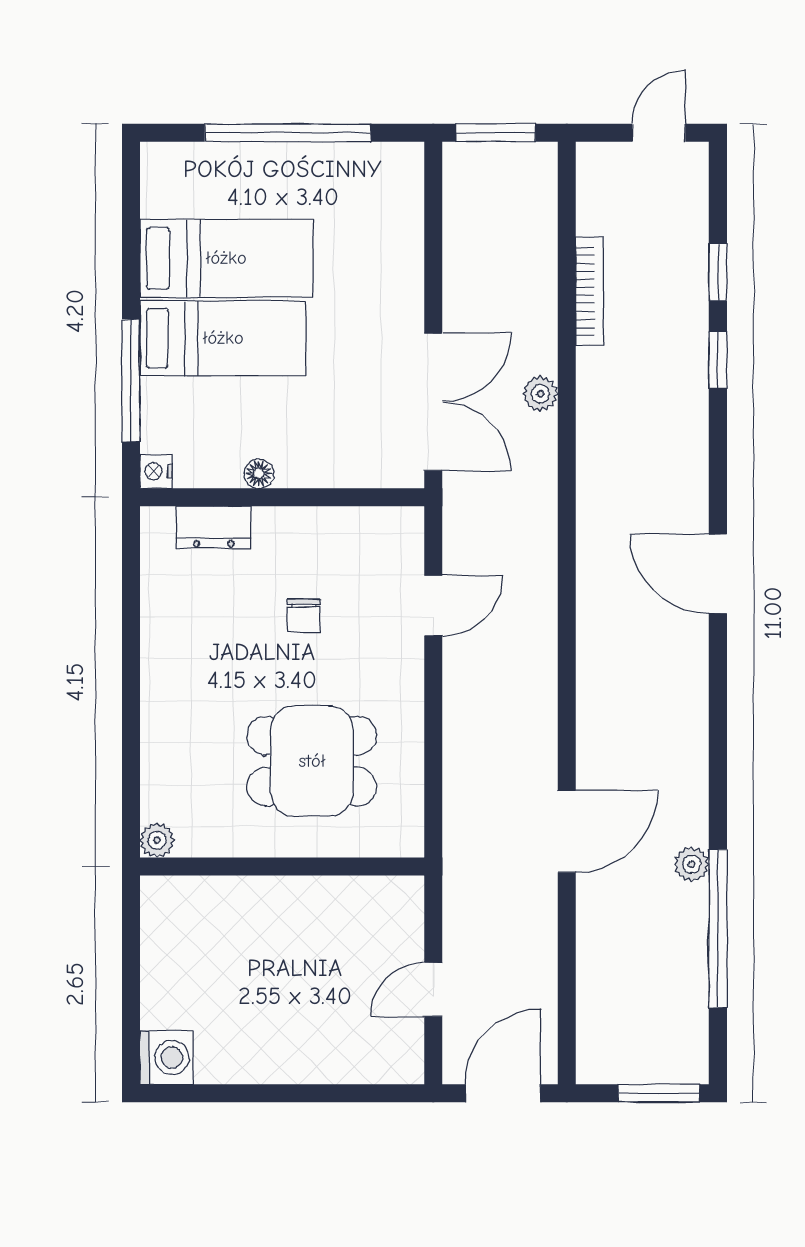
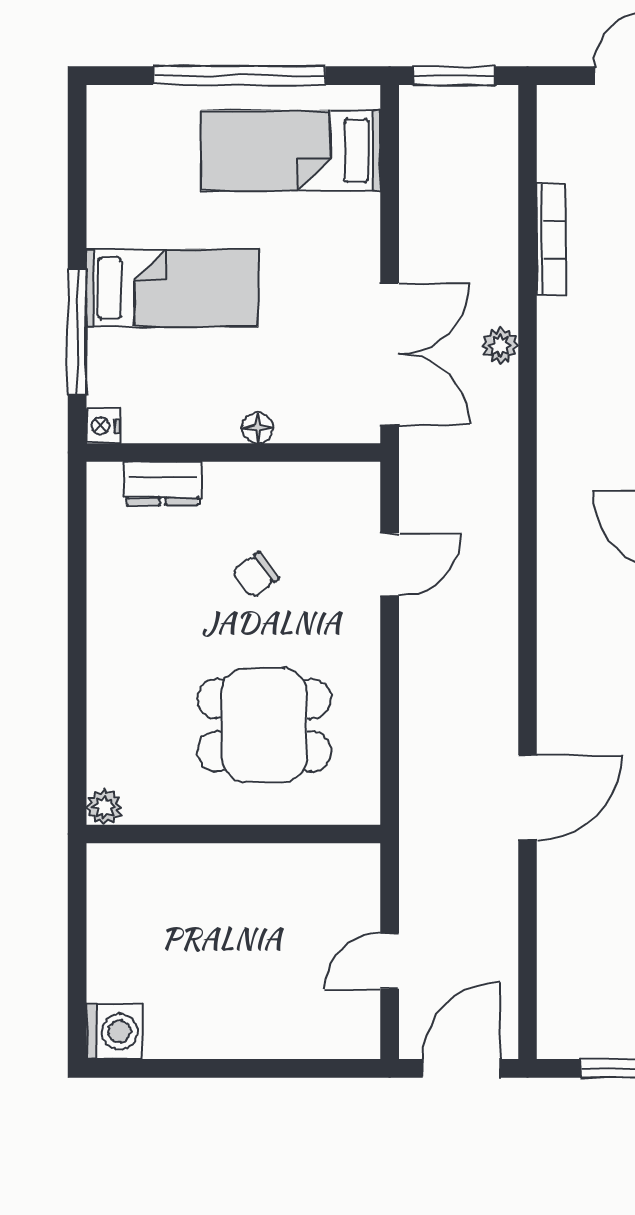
bed: (226, 258) -> (291, 151), moved, turned 180
floor lamp: (259, 474) -> (257, 428), moved
chair: (304, 616) -> (256, 575), turned 53

